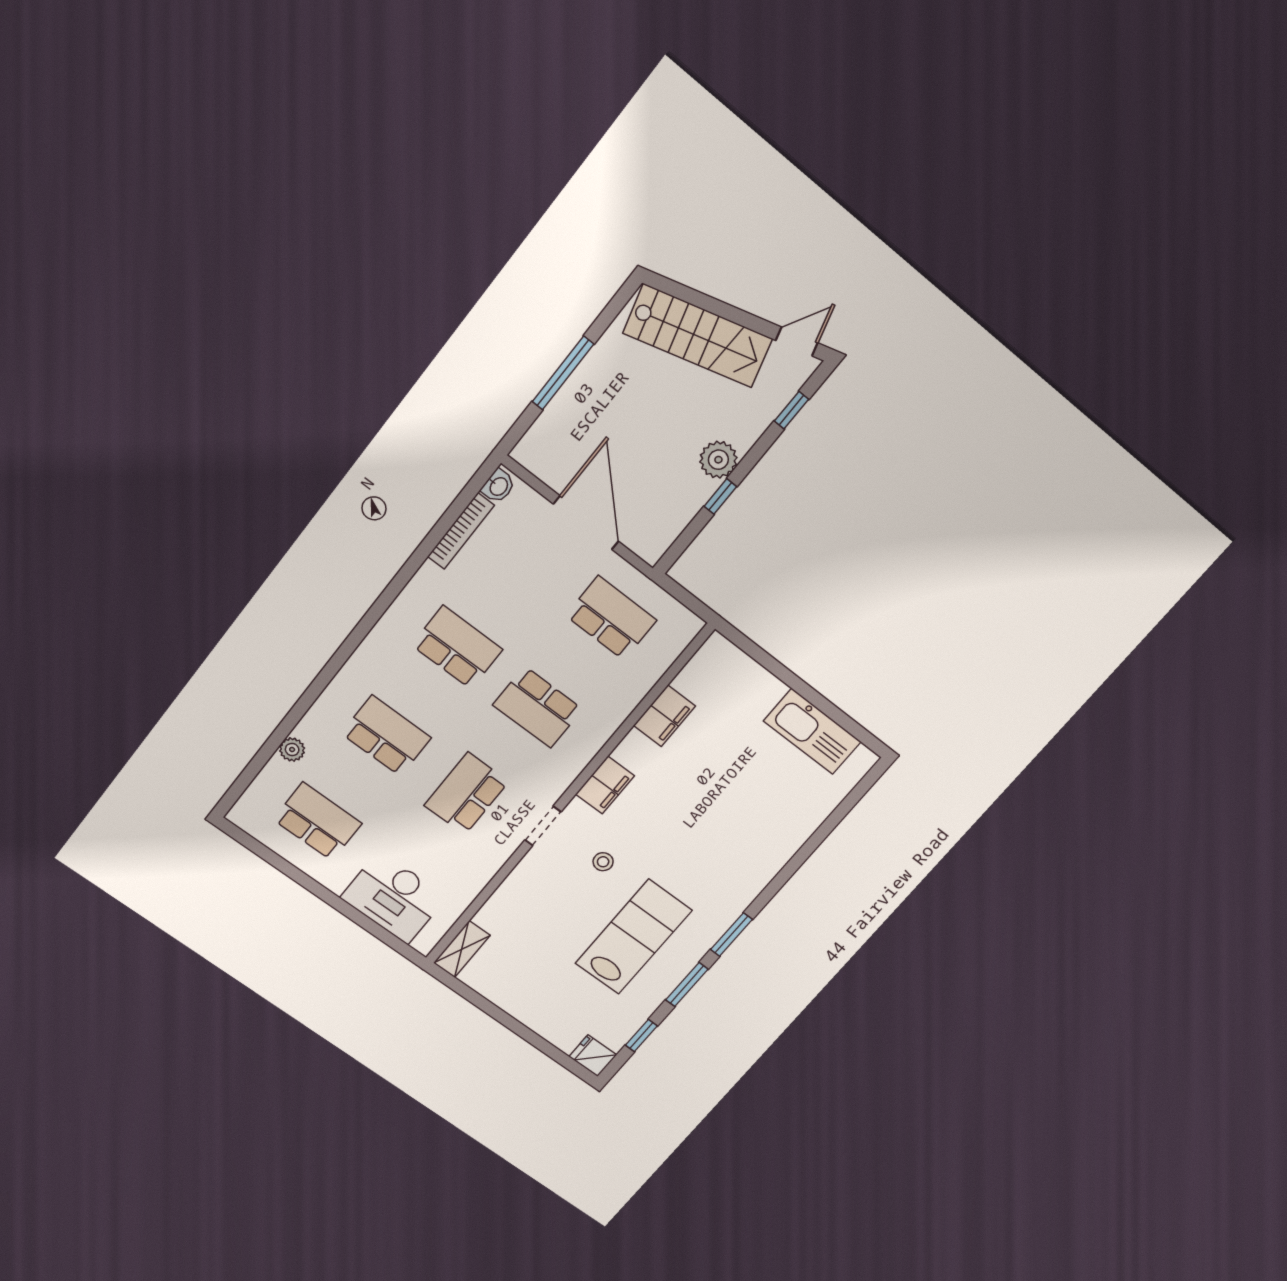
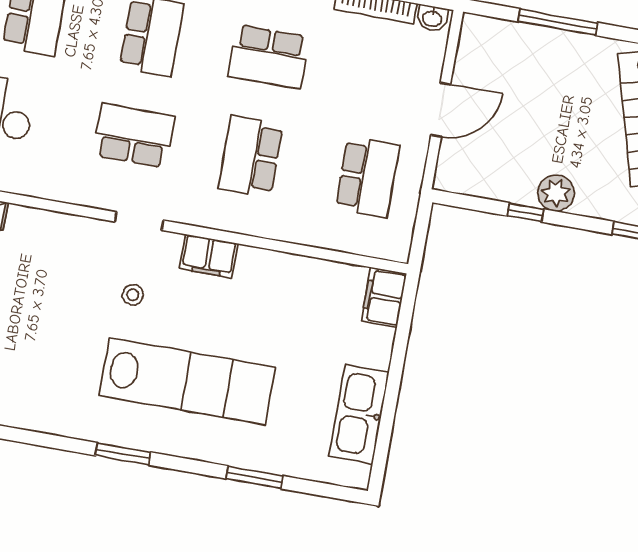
door: (586, 523) -> (441, 110), width x0.73
school desk: (457, 647) -> (268, 57), turned 90
filing cabinet: (664, 716) -> (384, 297), moved, turned 90
lab bench: (634, 937) -> (187, 381), moved, width x1.36
window: (687, 985) -> (254, 477), moved

